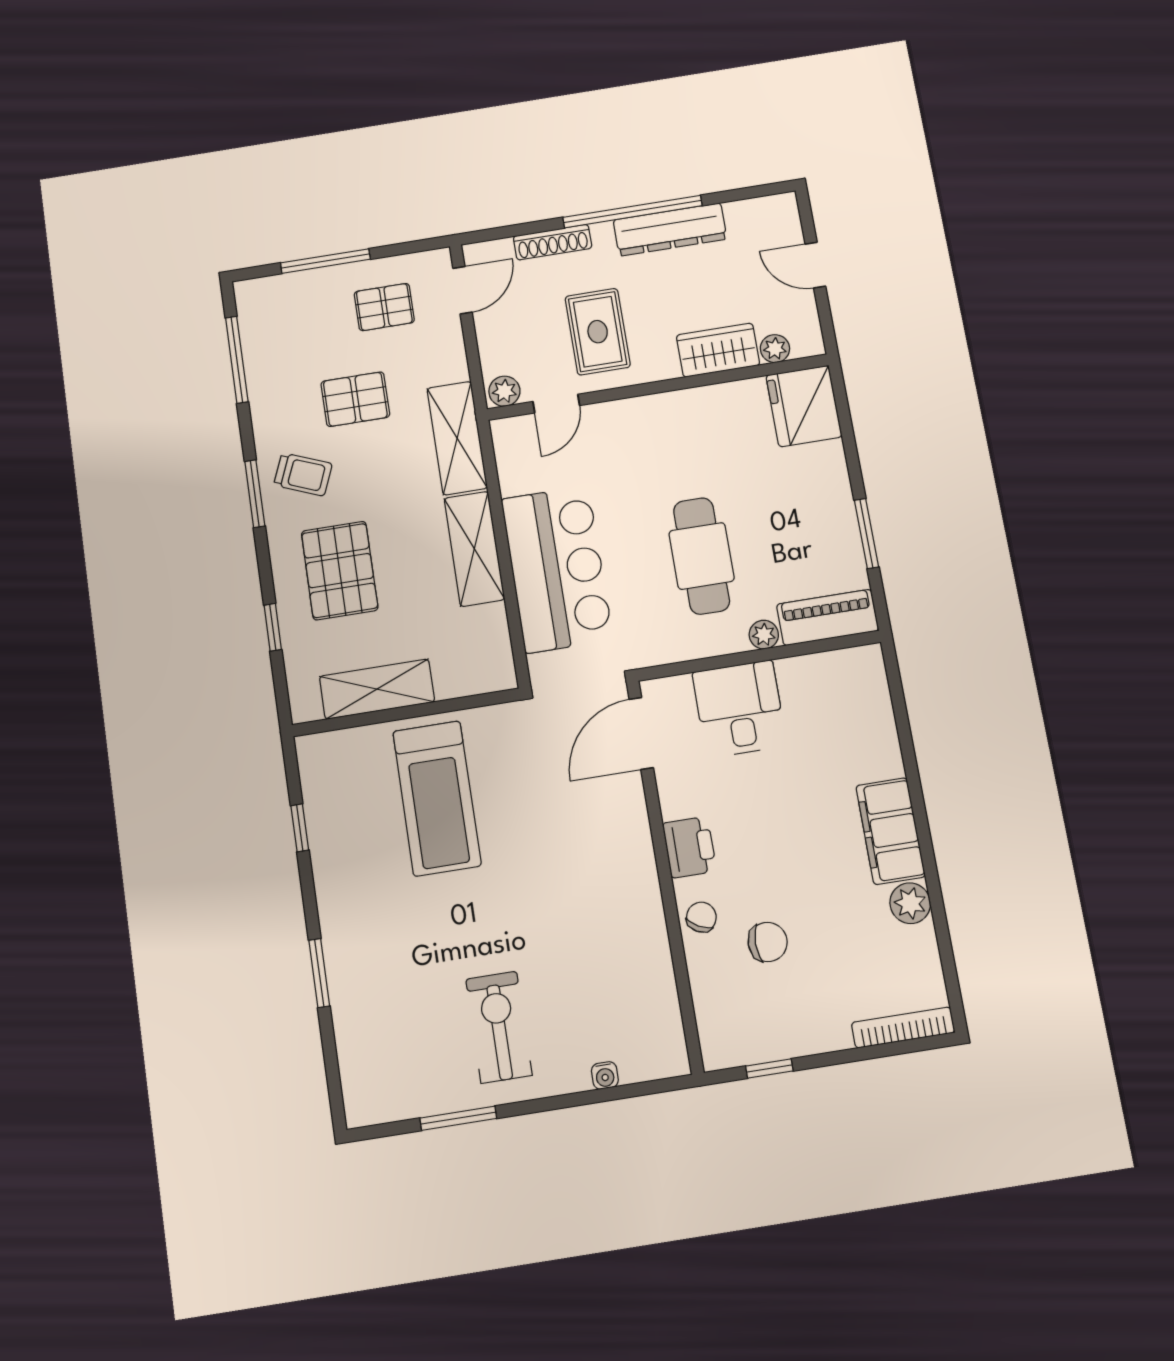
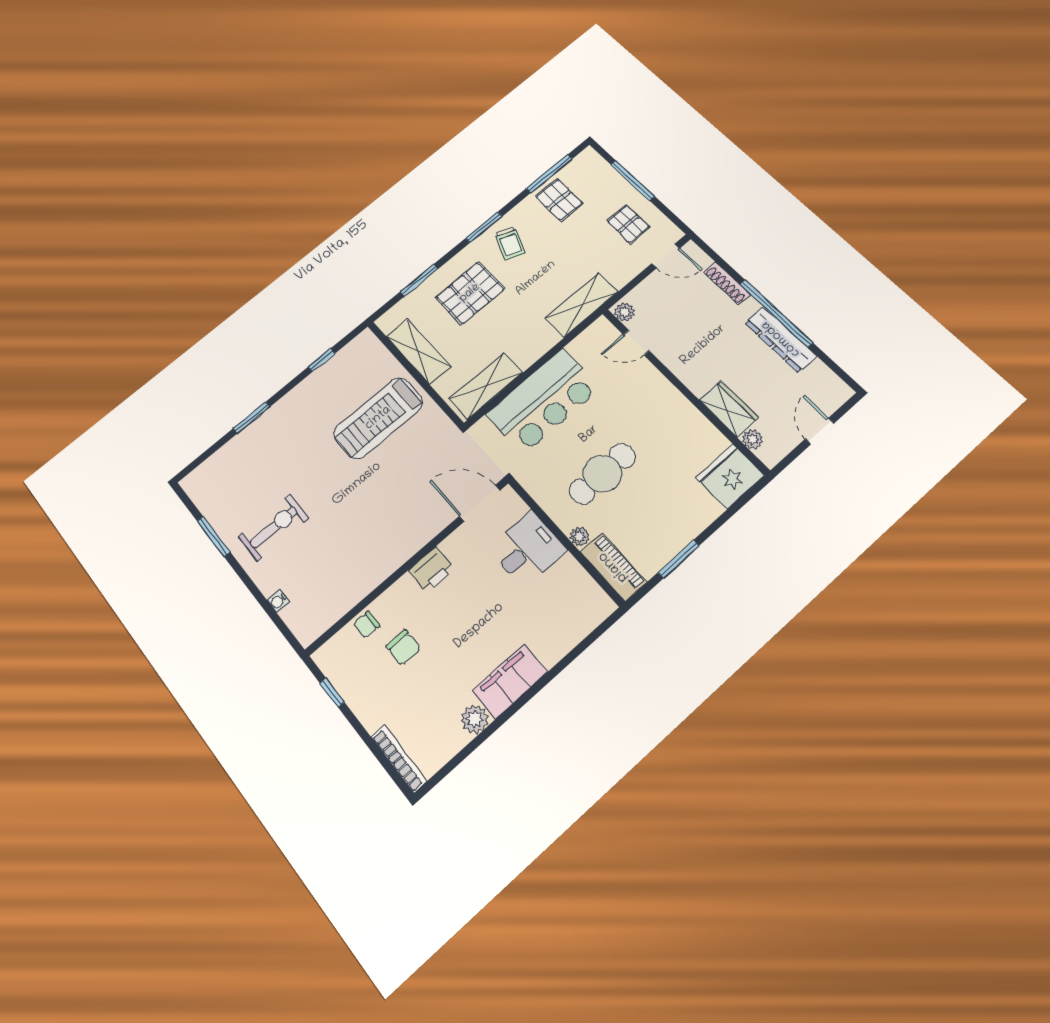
rug: (598, 332) -> (693, 338), removed
pallet: (355, 399) -> (559, 200), moved
shelving: (474, 549) -> (486, 386), moved
window: (273, 627) -> (419, 280), width x1.50
chair: (701, 917) -> (367, 625), moved, turned 152

